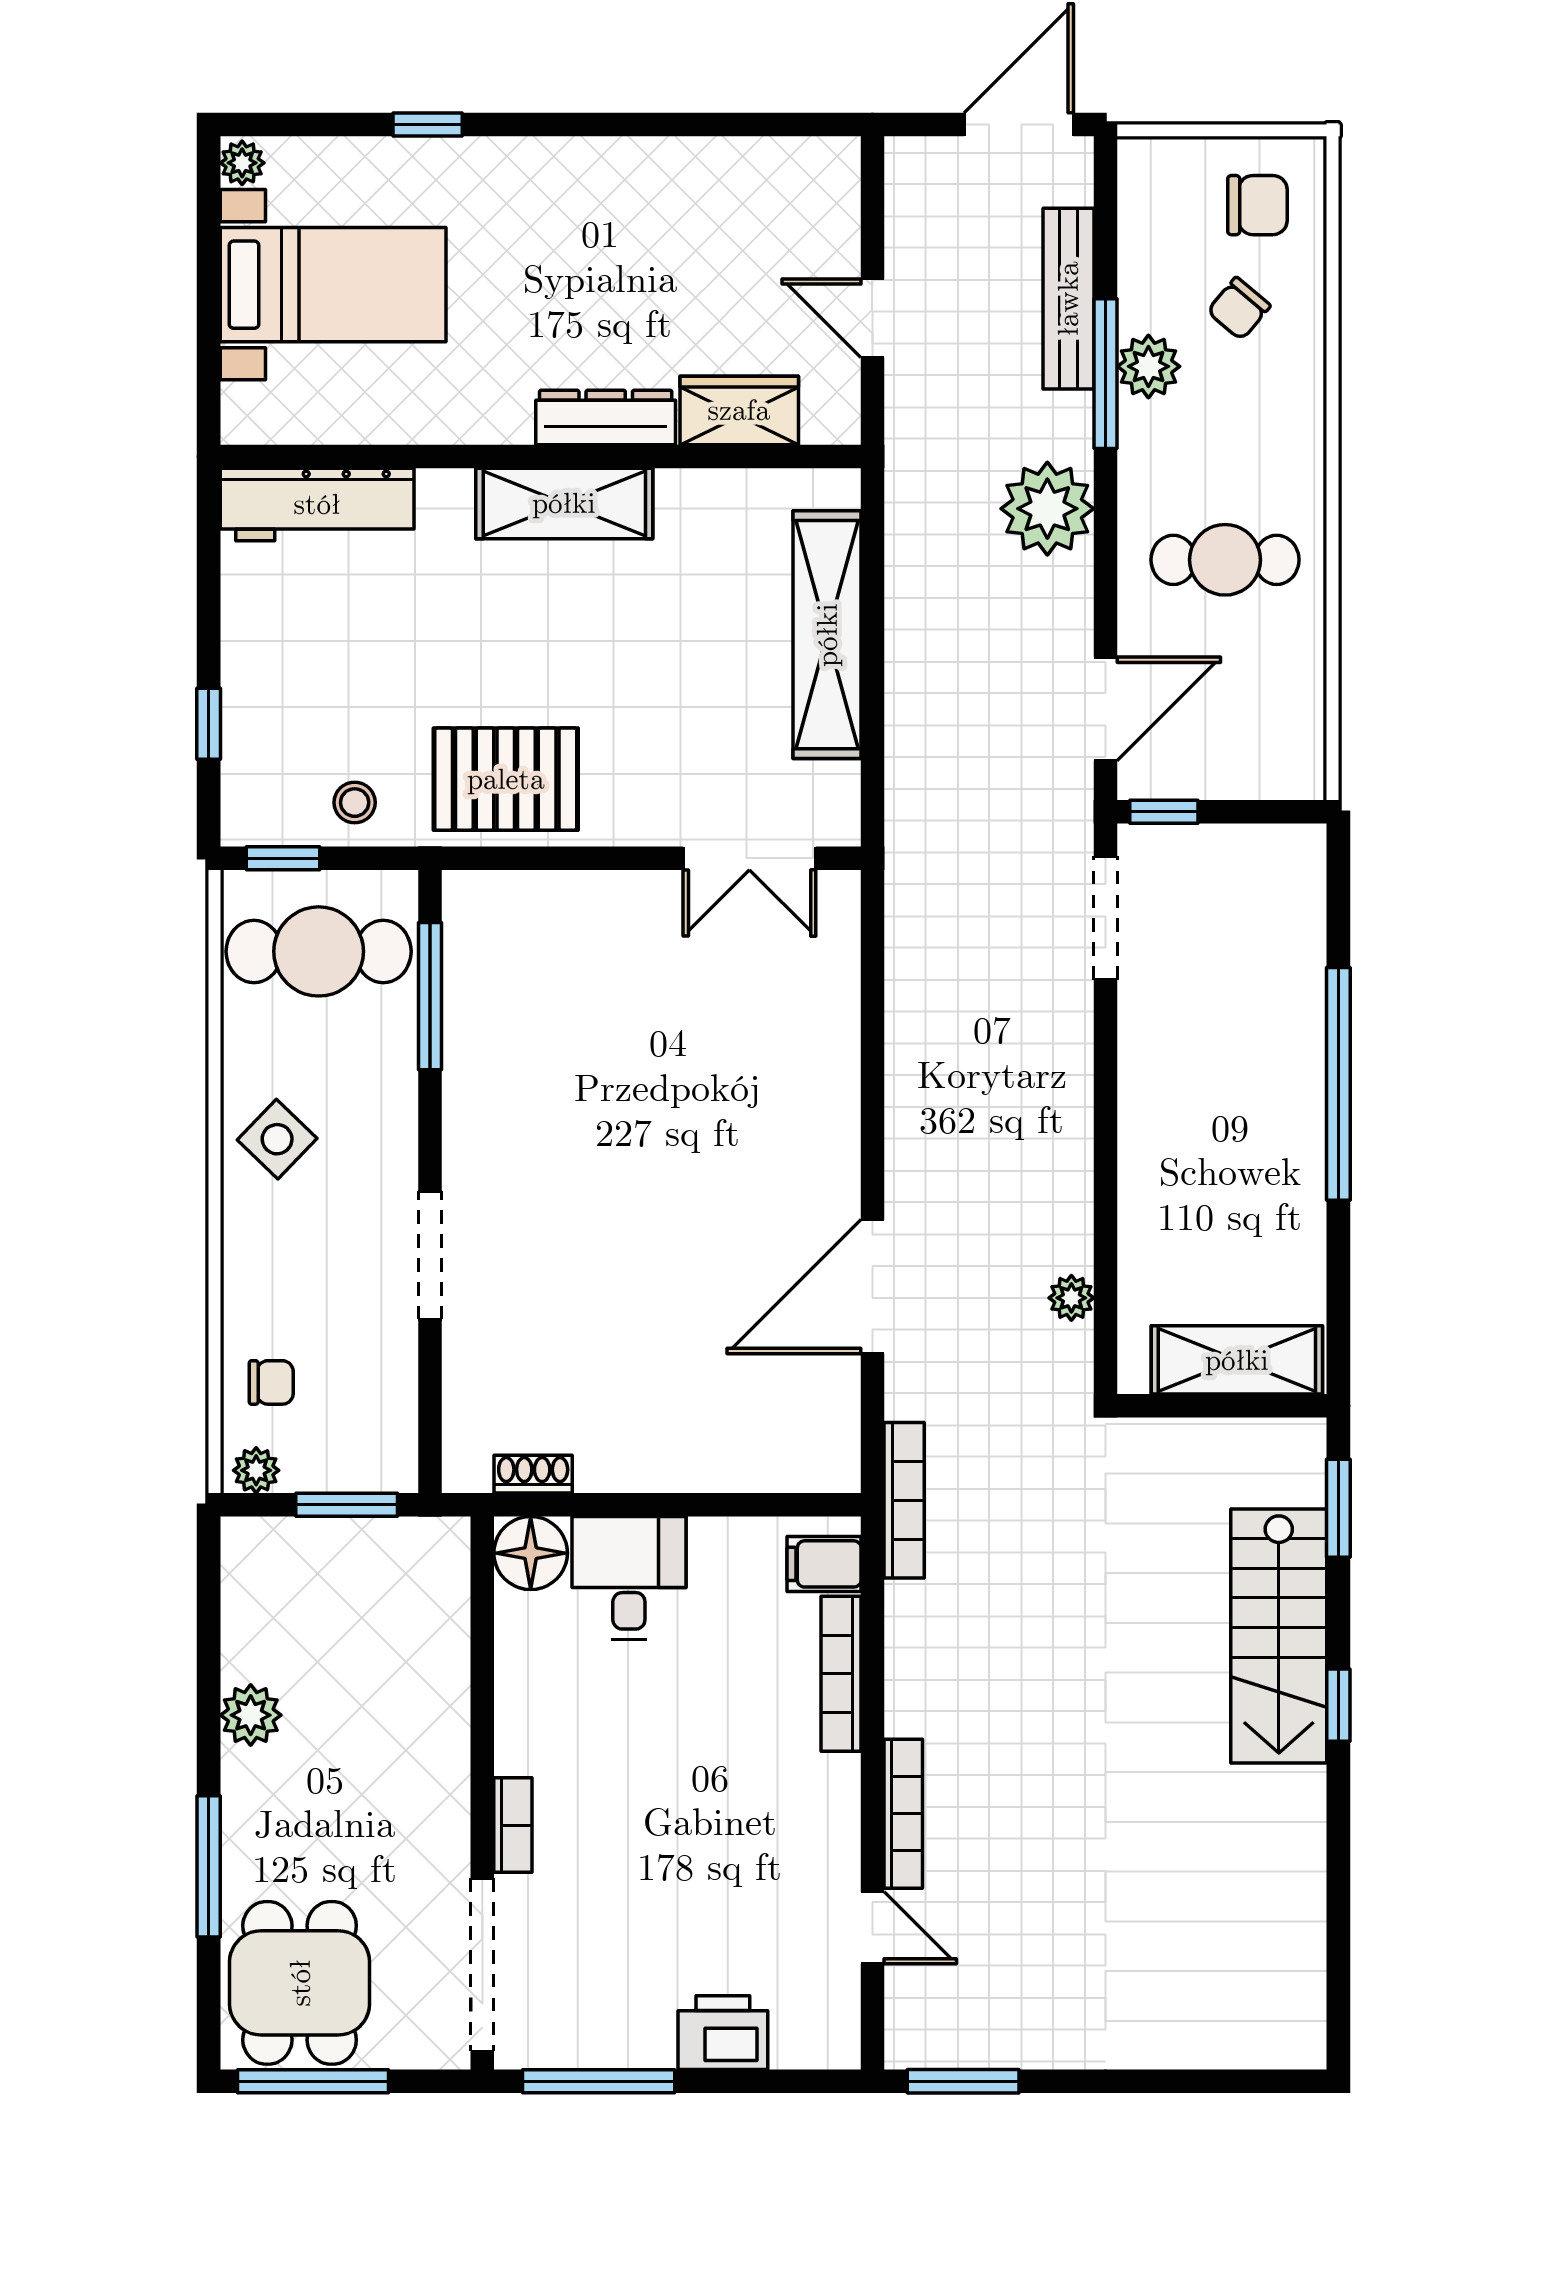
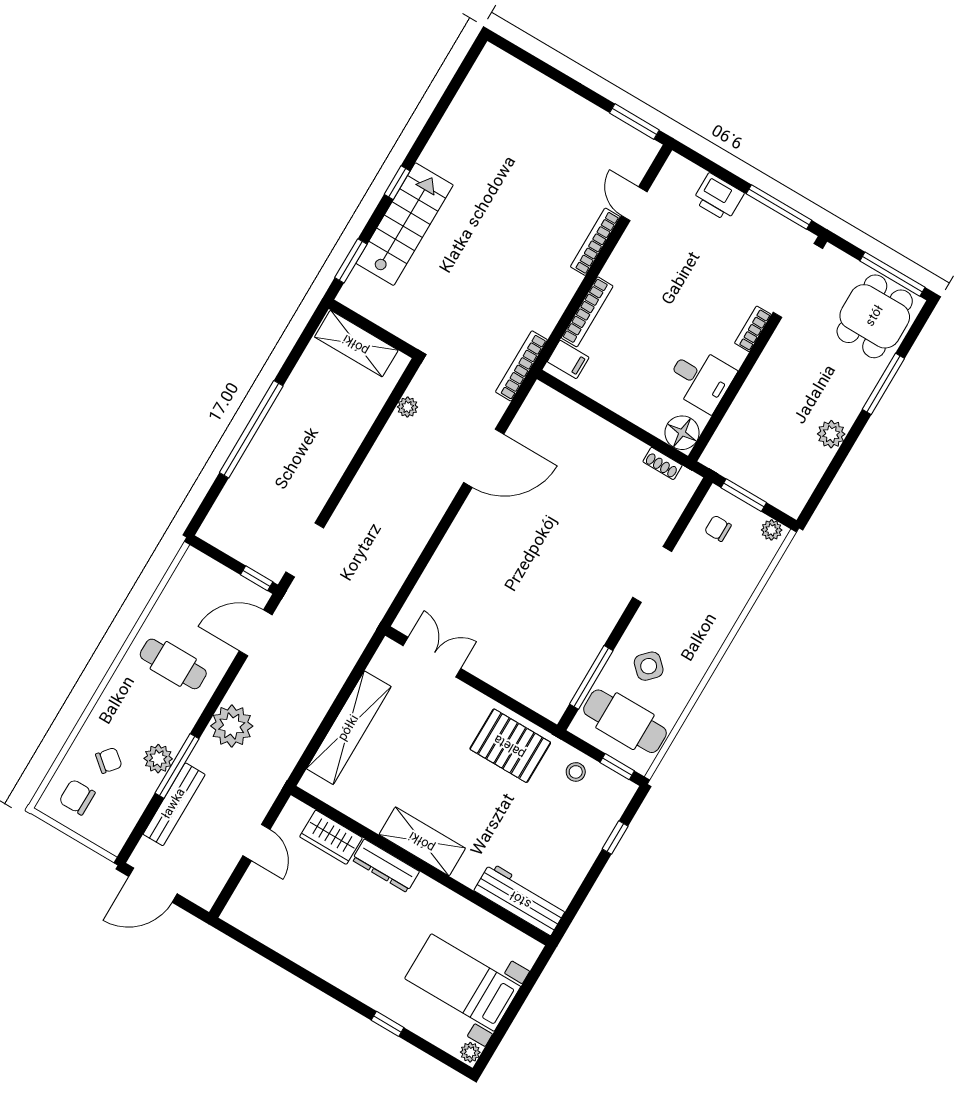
side table: (277, 1139) -> (649, 666), moved
chair: (271, 1382) -> (718, 528), moved
desk: (629, 1578) -> (701, 379), moved, turned -90

